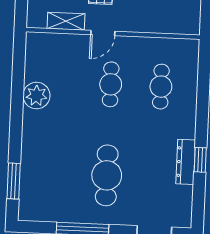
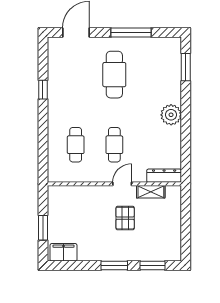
plant: (36, 96) -> (171, 115), moved
dresser: (186, 162) -> (164, 176), moved, turned -90

